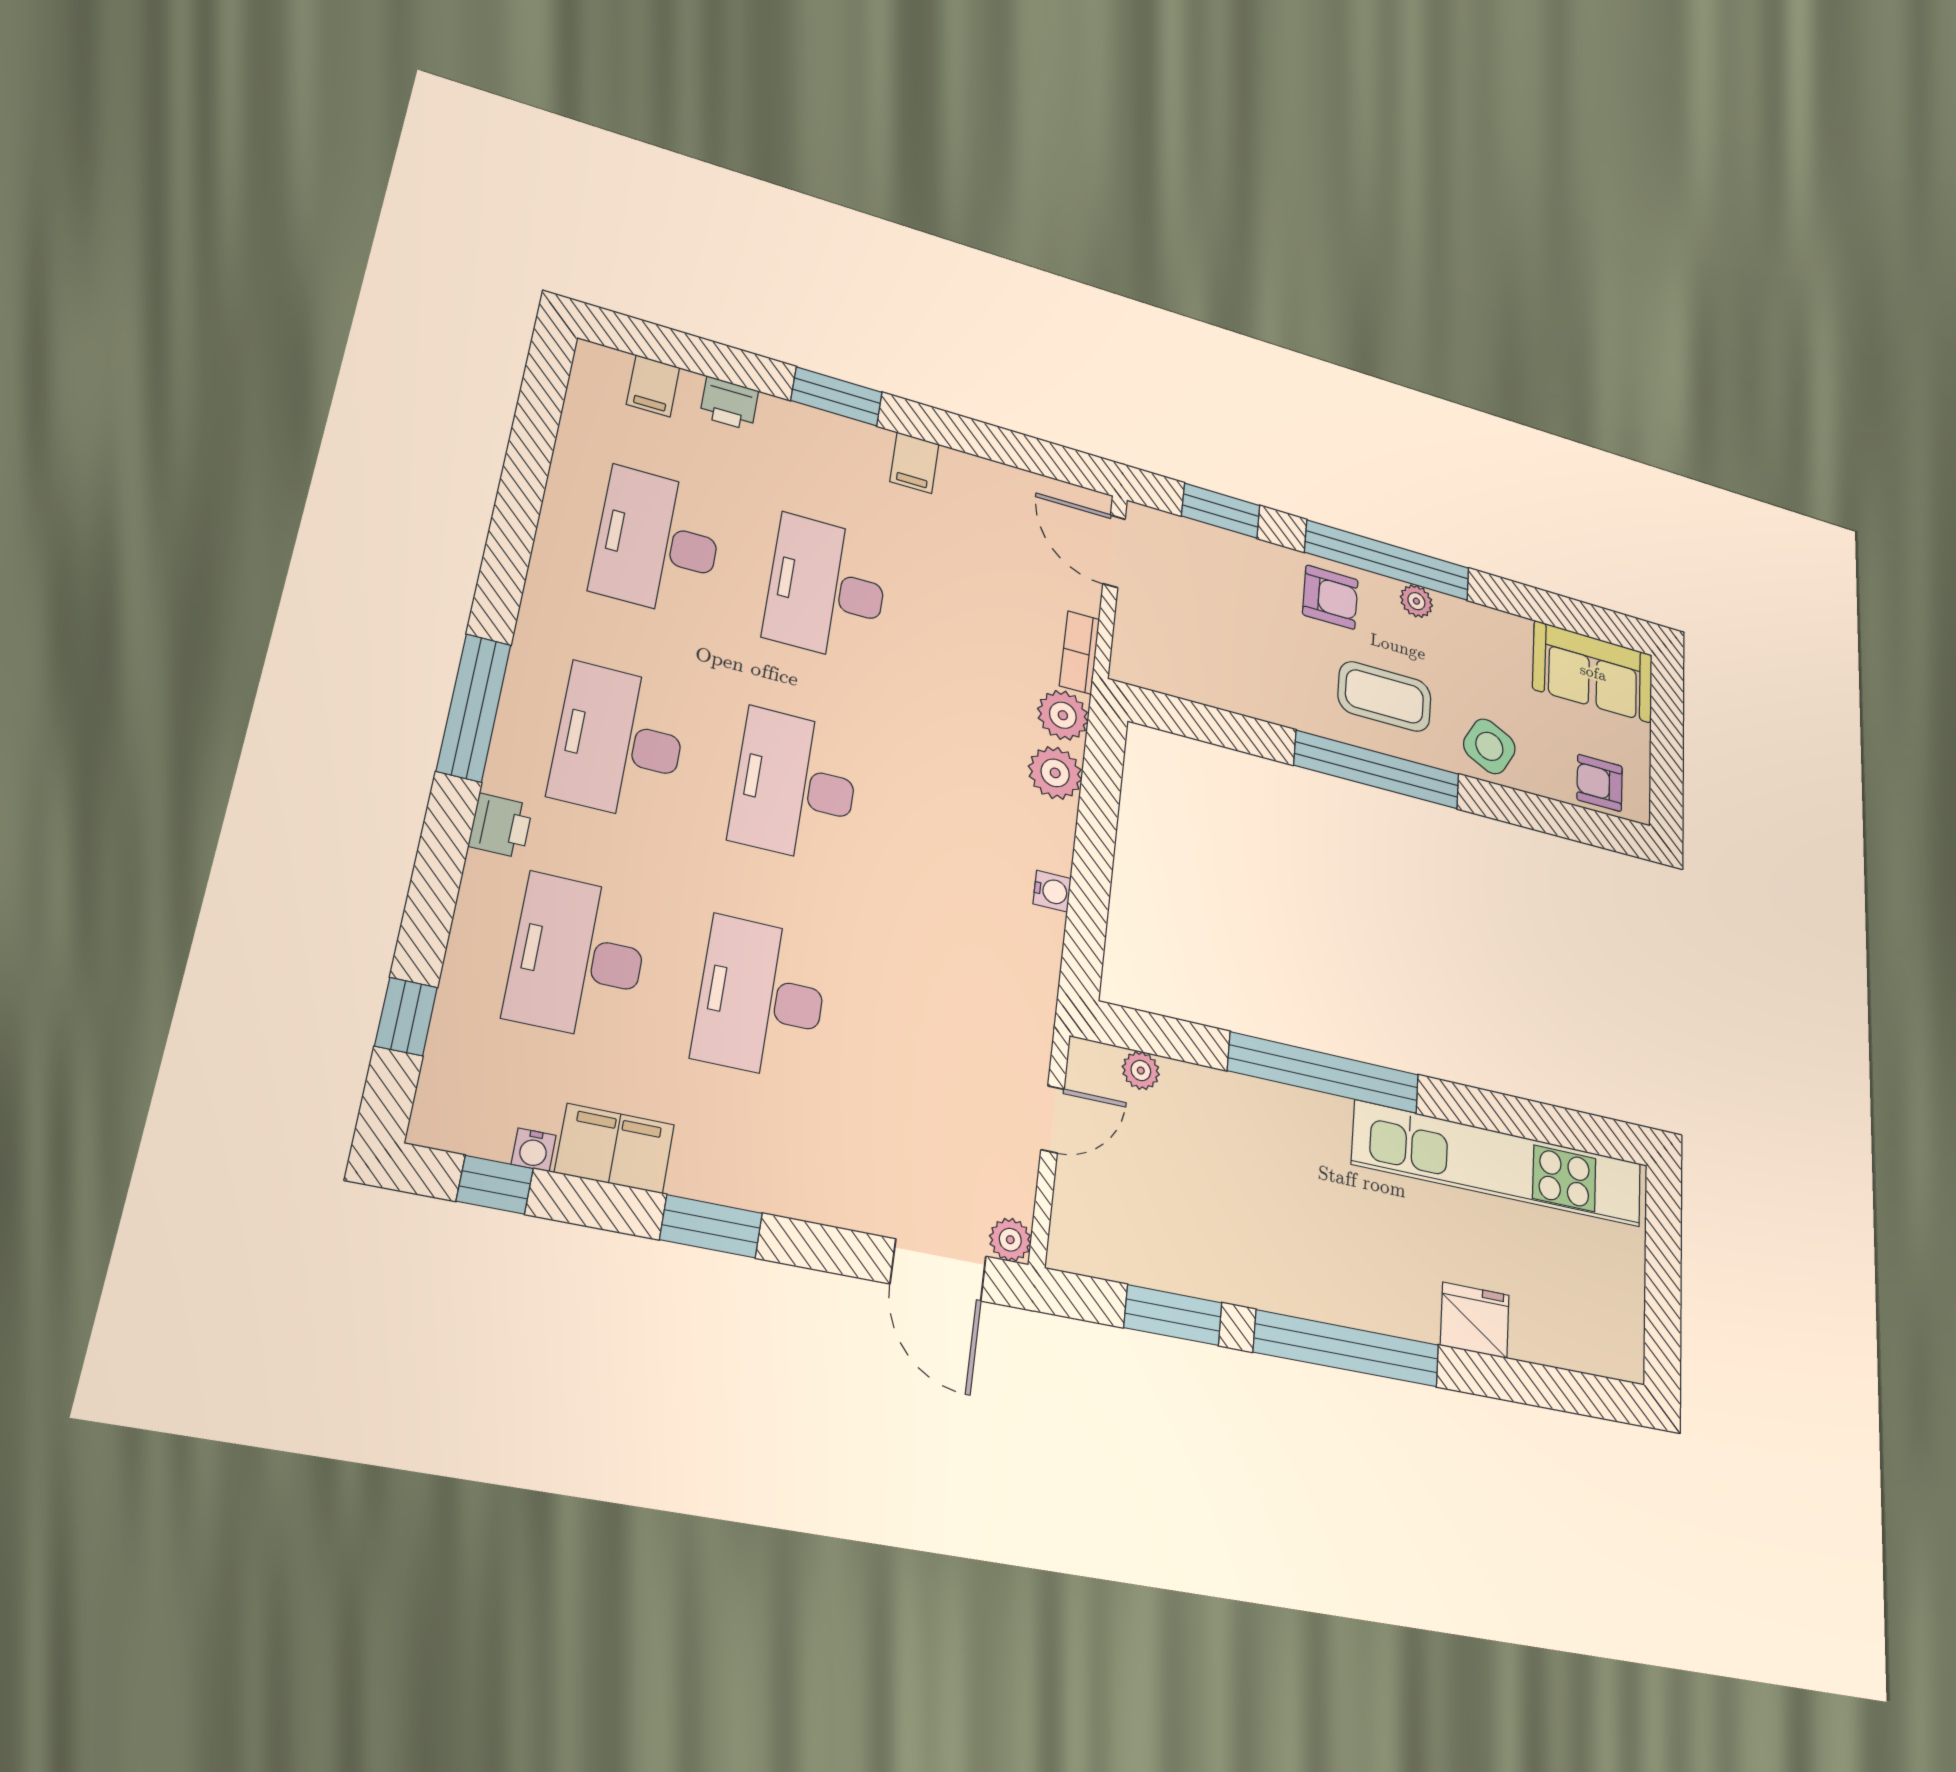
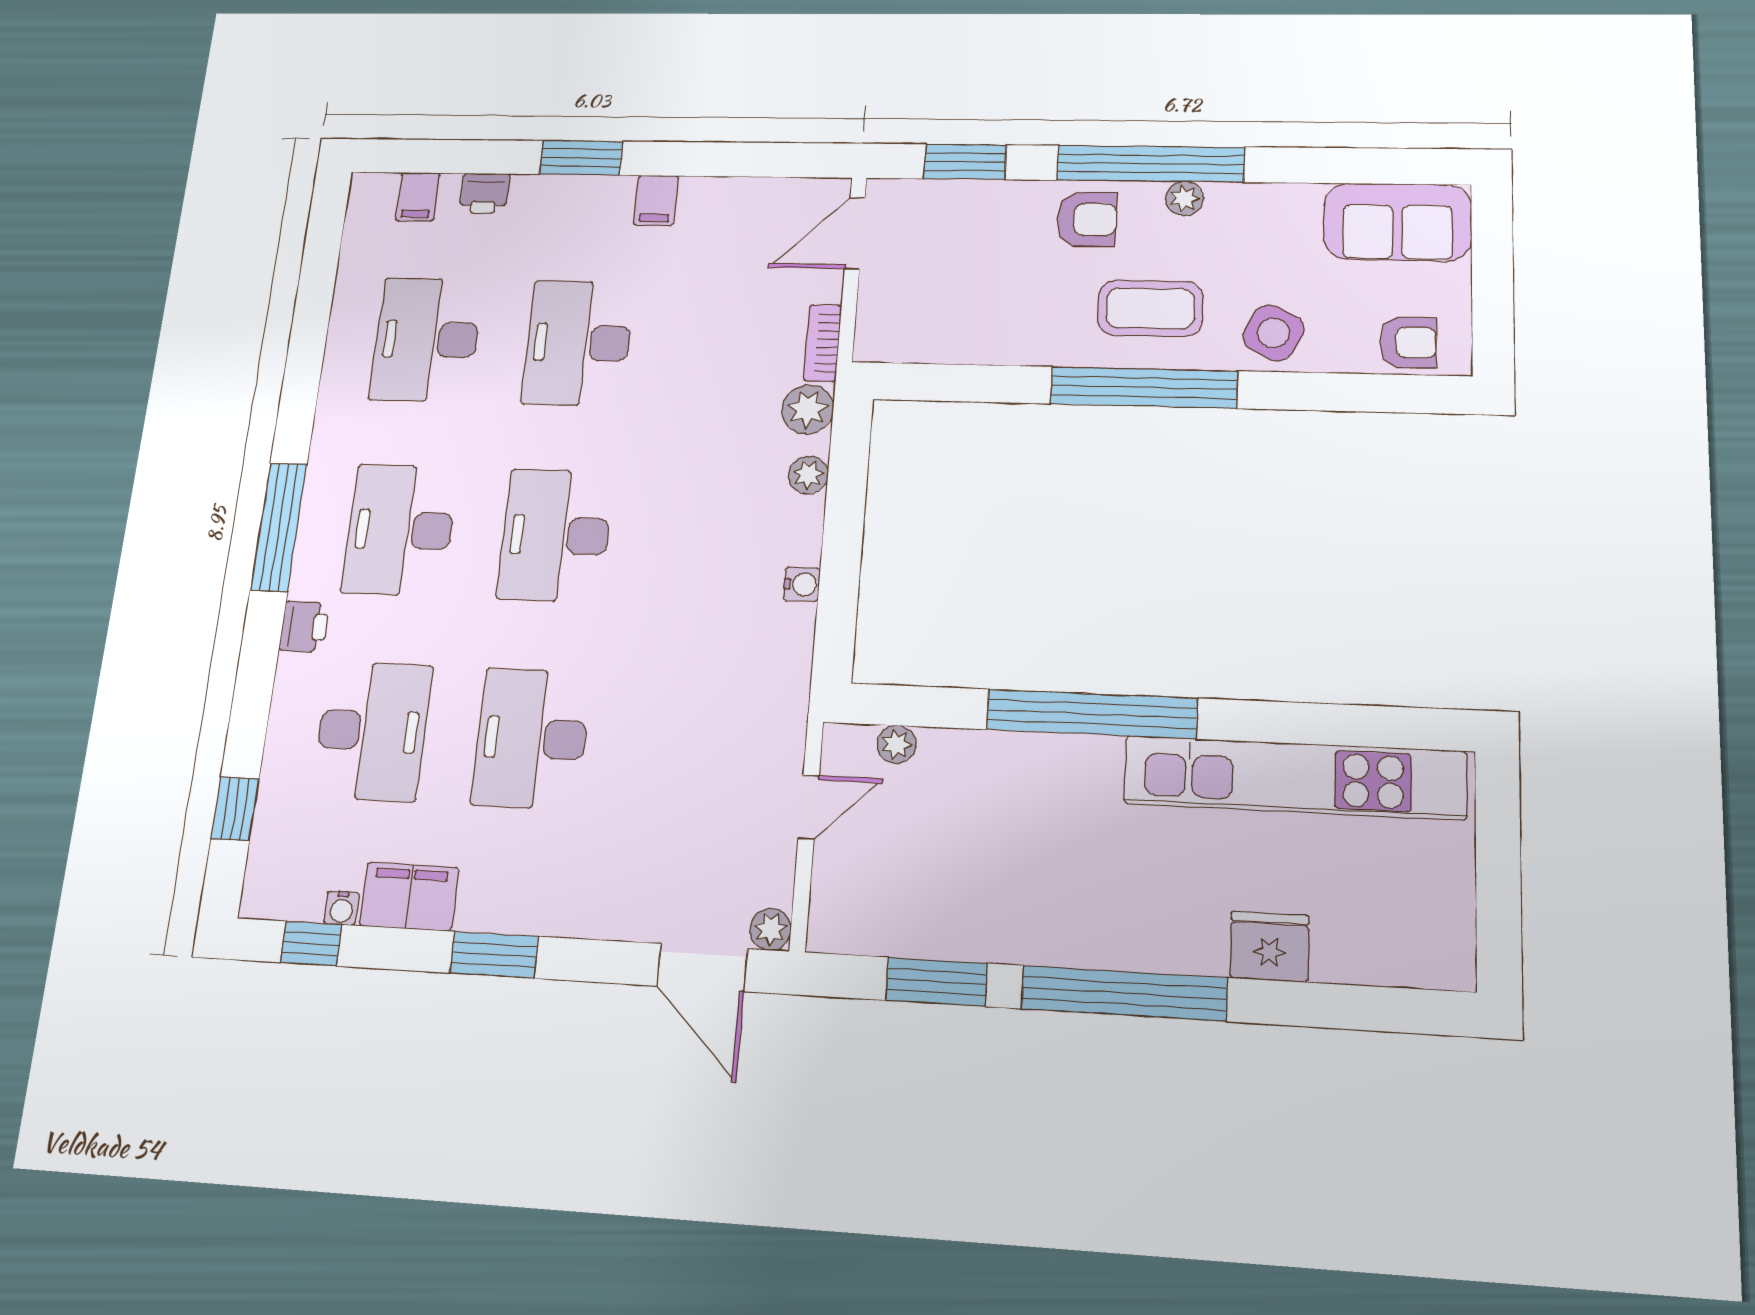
door: (1114, 551) -> (855, 233), hinge flipped
plant: (1055, 773) -> (808, 475), width x0.73, depth x0.73
armchair: (1600, 783) -> (1408, 342), turned 180
desk: (578, 957) -> (372, 731), turned 180

